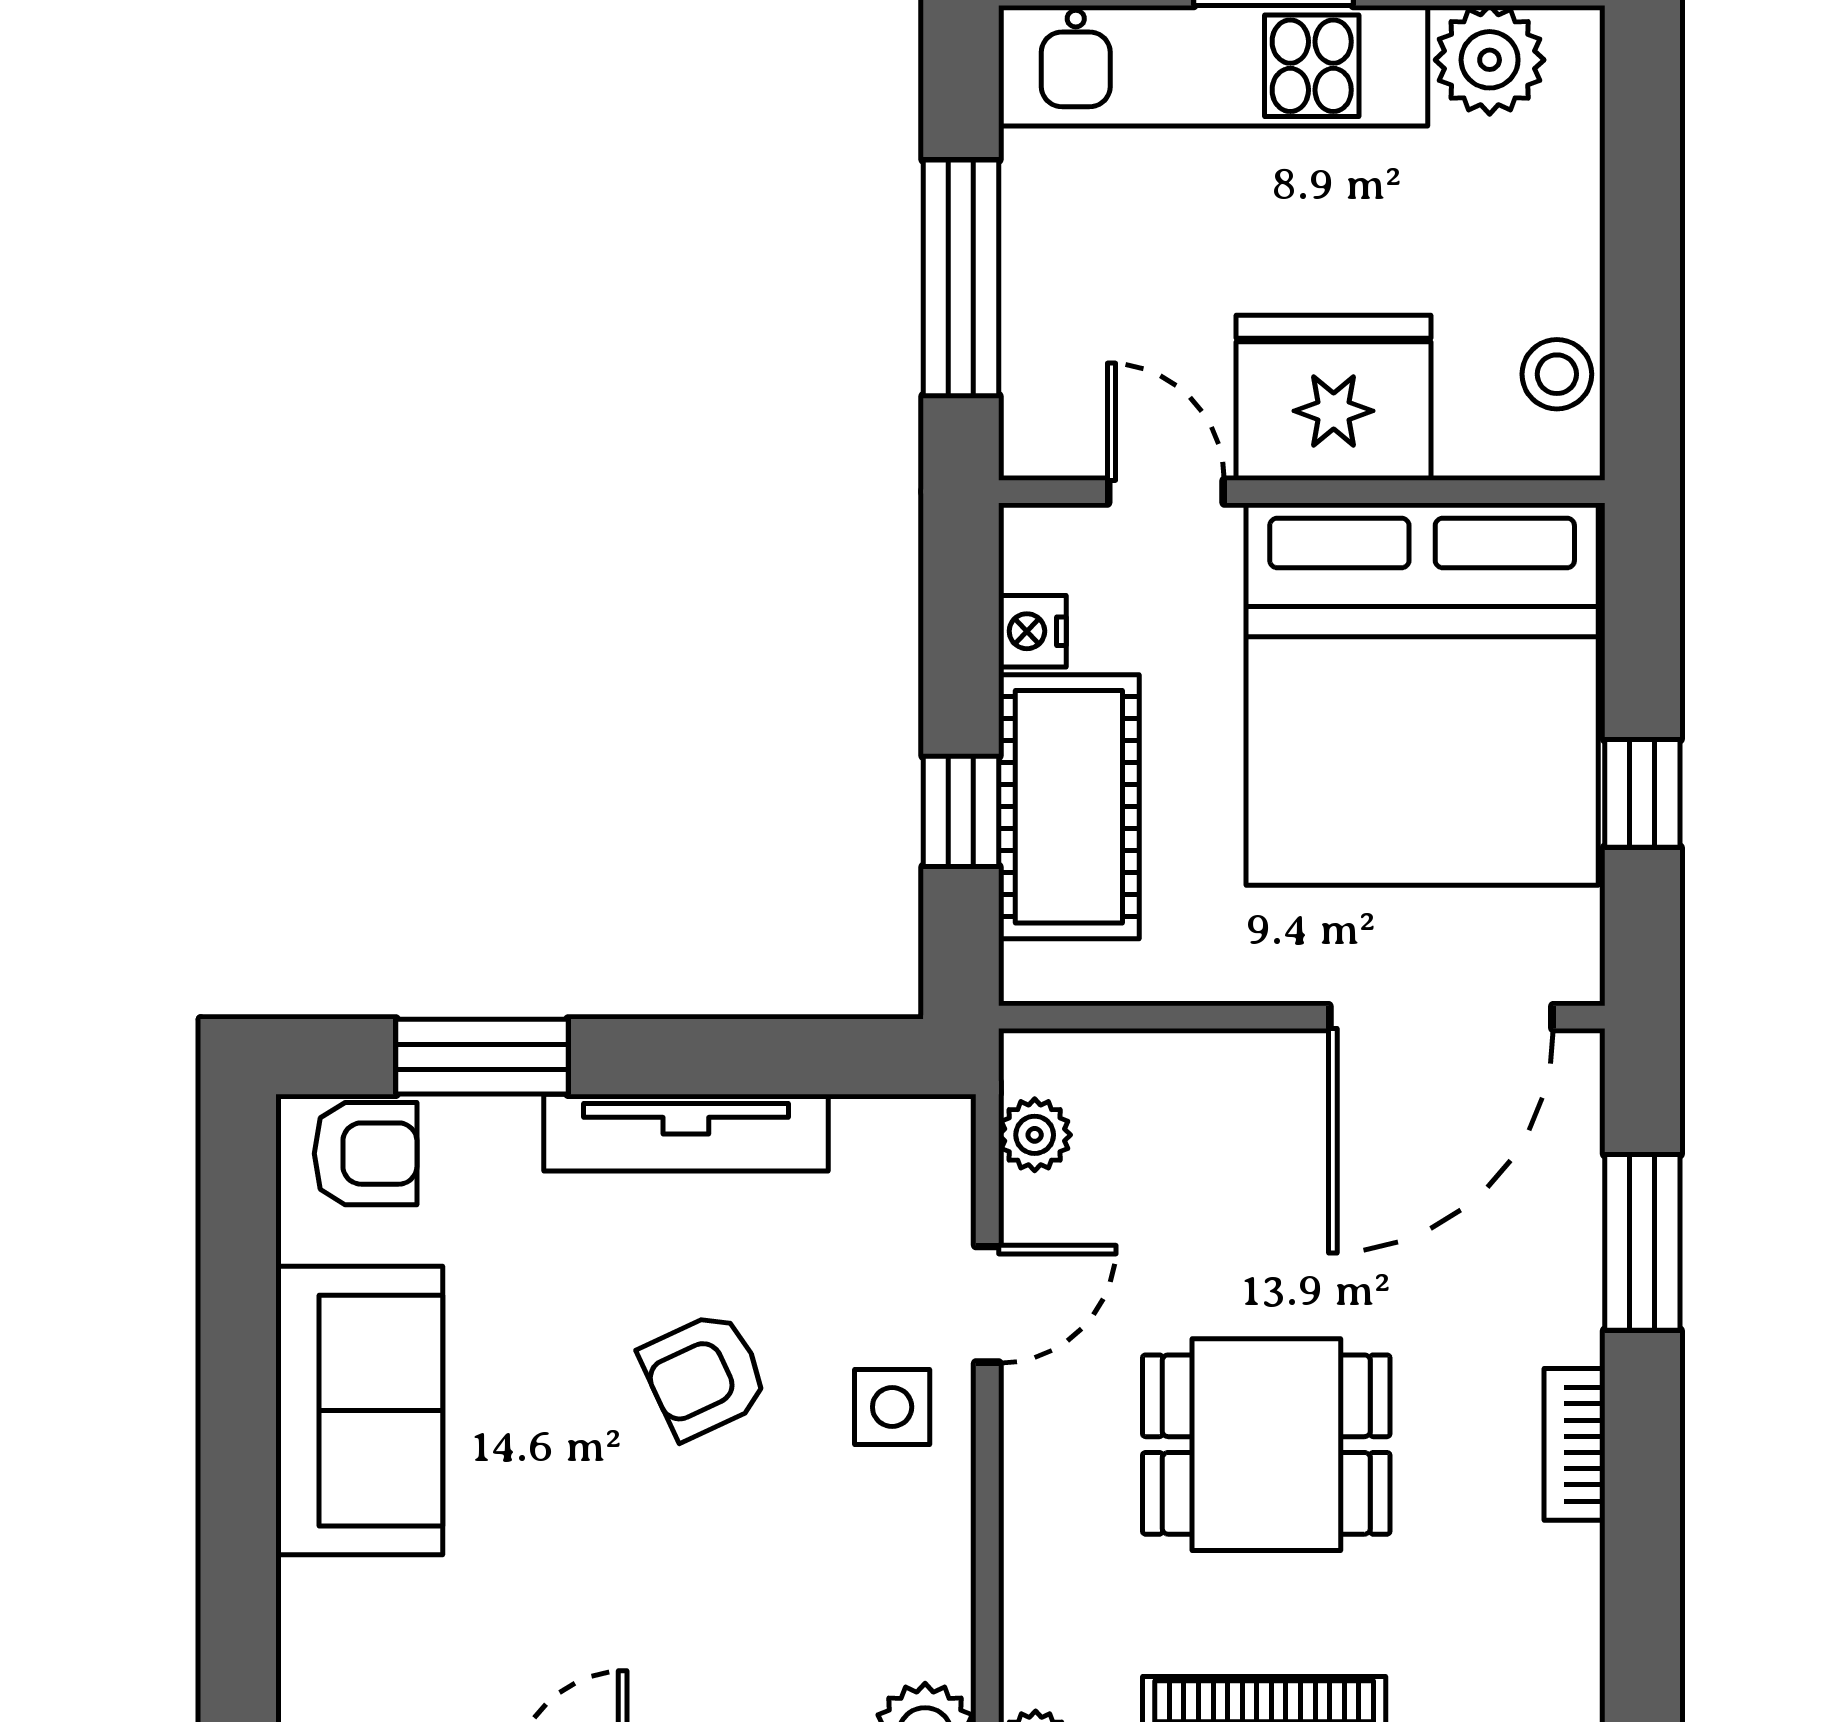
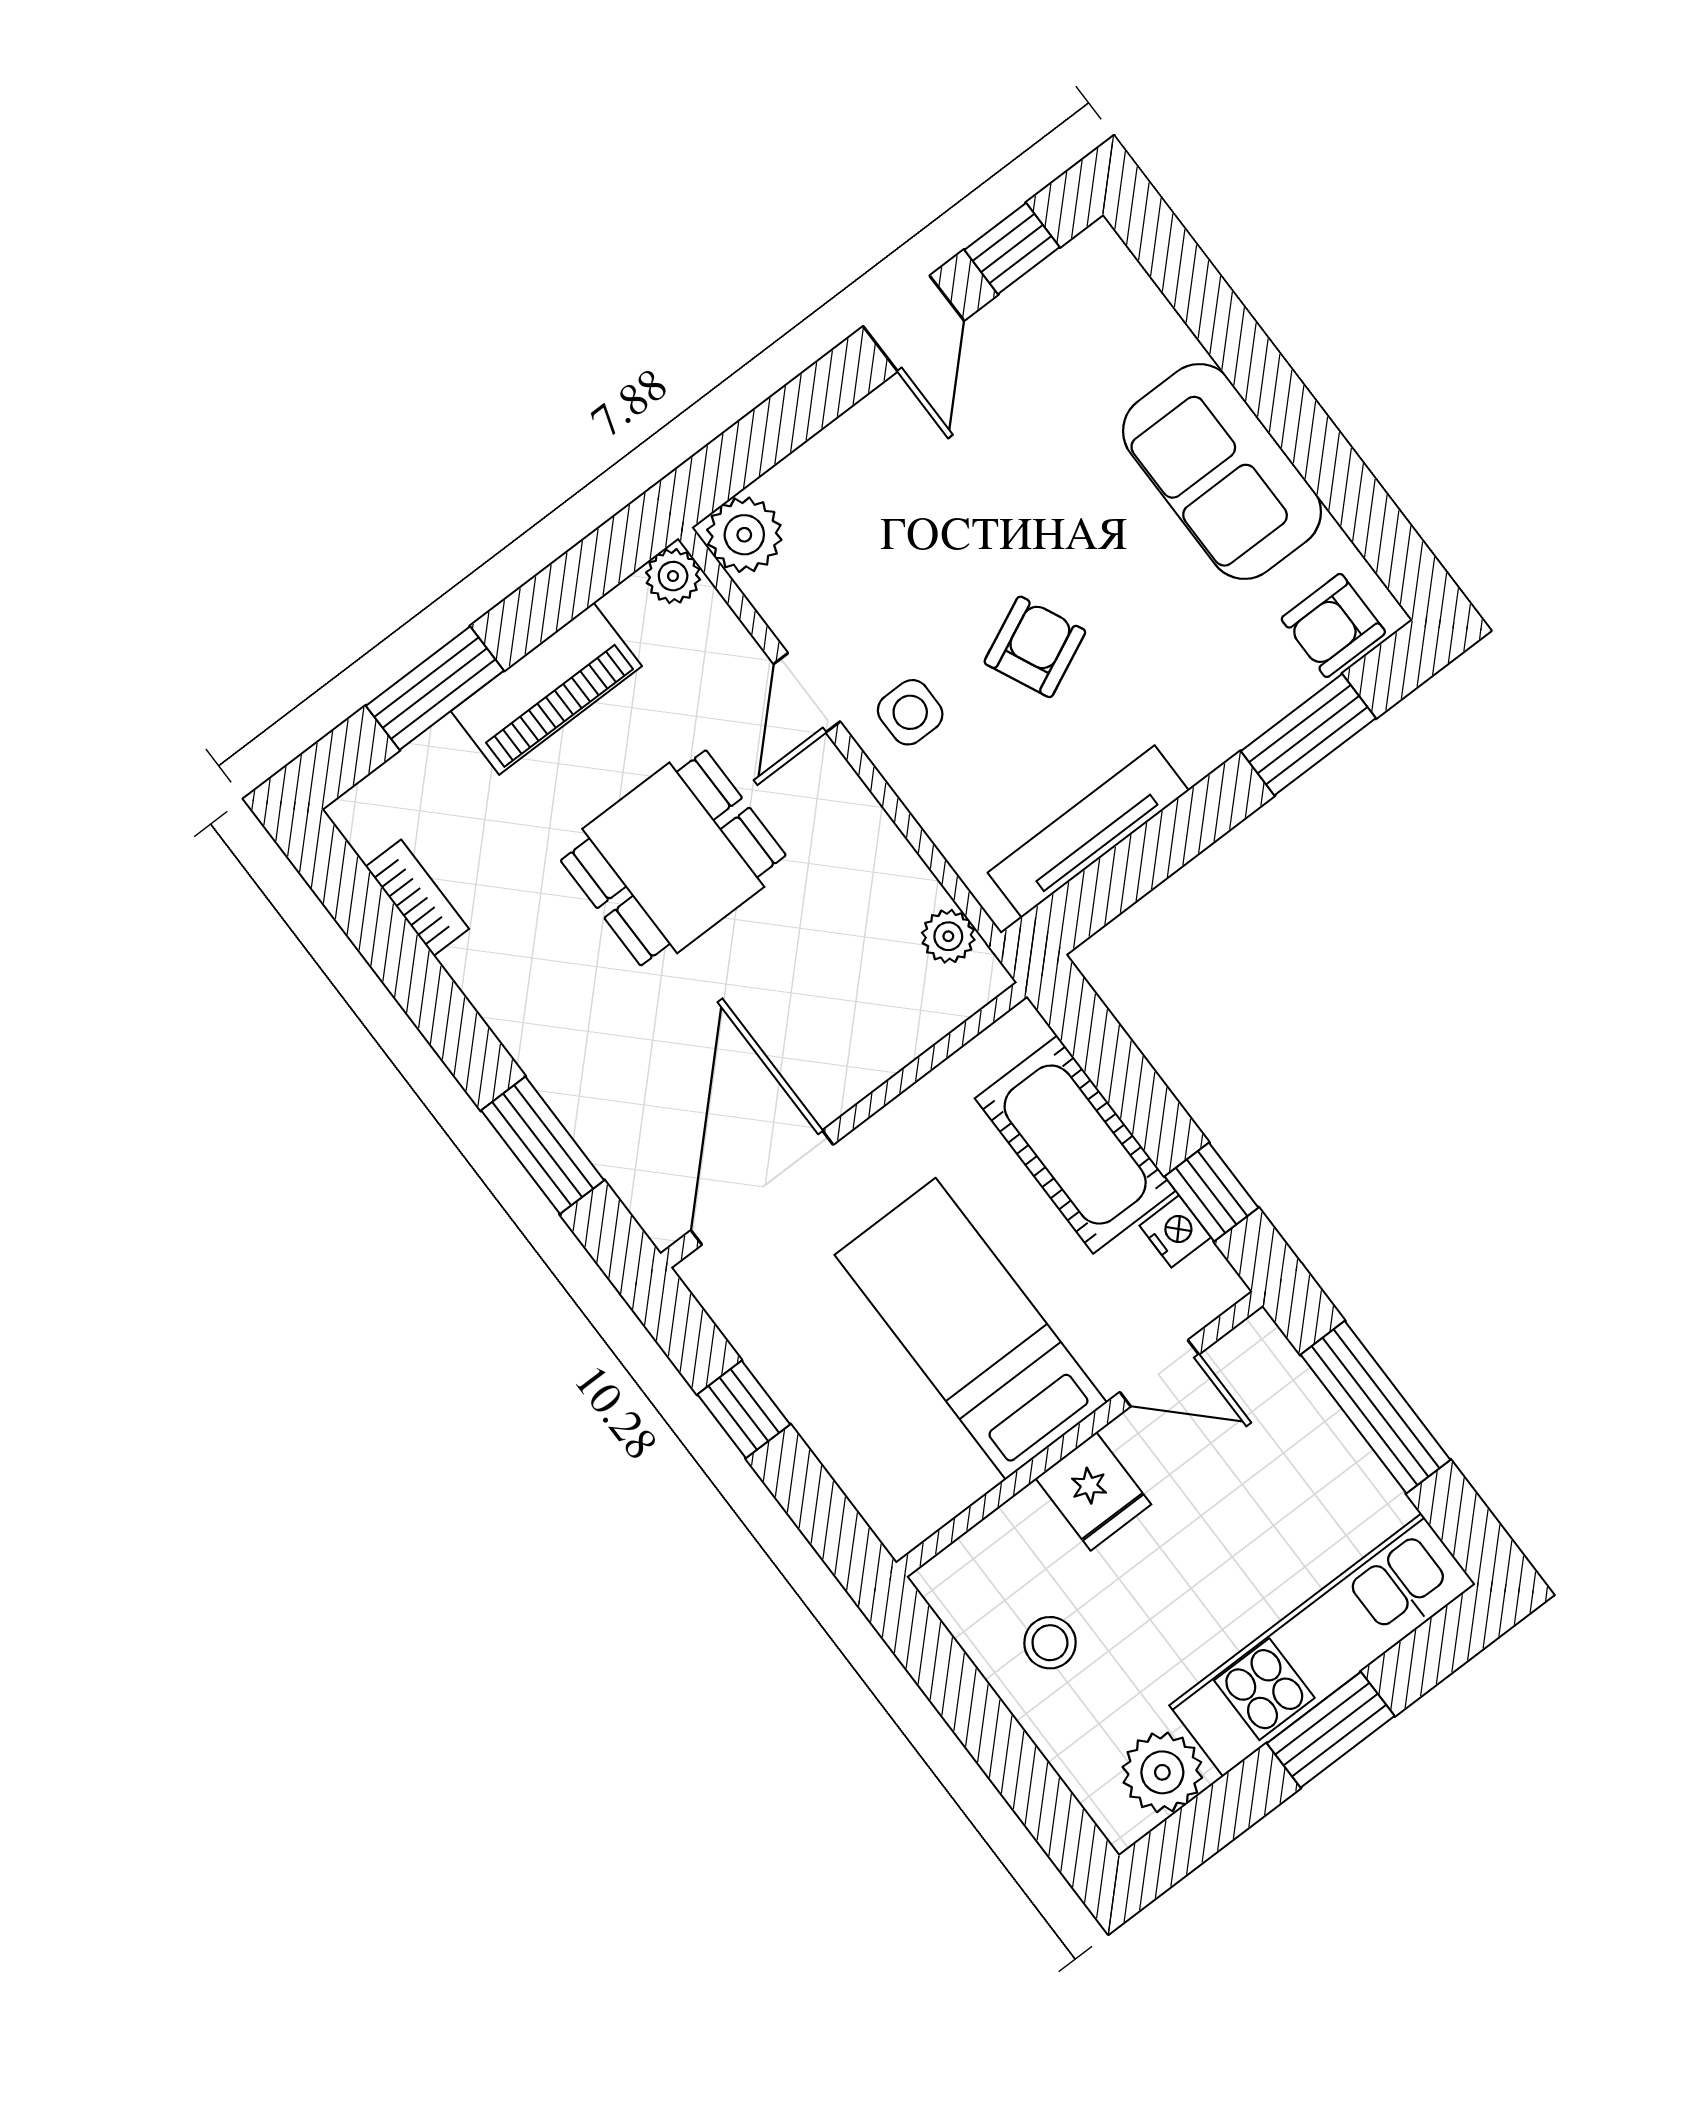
stool: (1557, 374) -> (1050, 1643), moved
fridge: (1334, 398) -> (1093, 1491), width x0.53, depth x0.75
bed: (1422, 694) -> (971, 1329), width x0.49
window: (961, 811) -> (1212, 1192), moved
tv unit: (686, 1133) -> (1088, 832), moved
door: (987, 1304) -> (807, 693), moved
bookcase: (1574, 1444) -> (417, 898), moved

